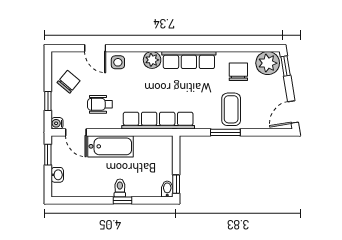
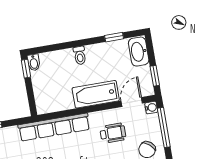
window: (48, 101) -> (164, 128), width x2.17
door: (76, 132) -> (132, 102), hinge flipped
washbasin: (57, 175) -> (139, 52), width x1.91, depth x1.45
window: (122, 200) -> (114, 37), moved

